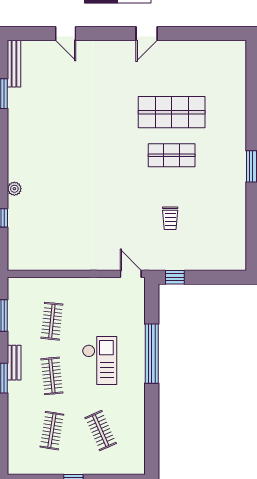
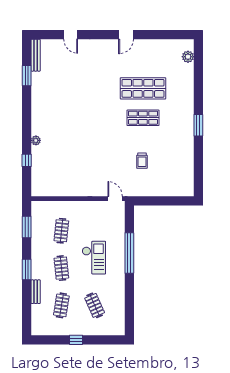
plant: (238, 66) -> (188, 57), added
window: (175, 277) -> (145, 201), removed
bench: (14, 363) -> (36, 292), moved

